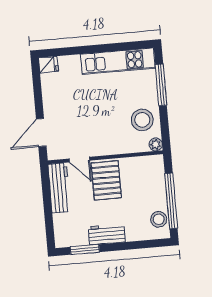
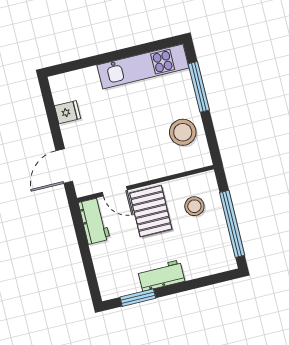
fridge: (48, 65) -> (68, 112), moved
plant: (156, 144) -> (203, 159), removed
workbench: (59, 188) -> (94, 221), width x0.73
stool: (159, 219) -> (194, 206), moved

